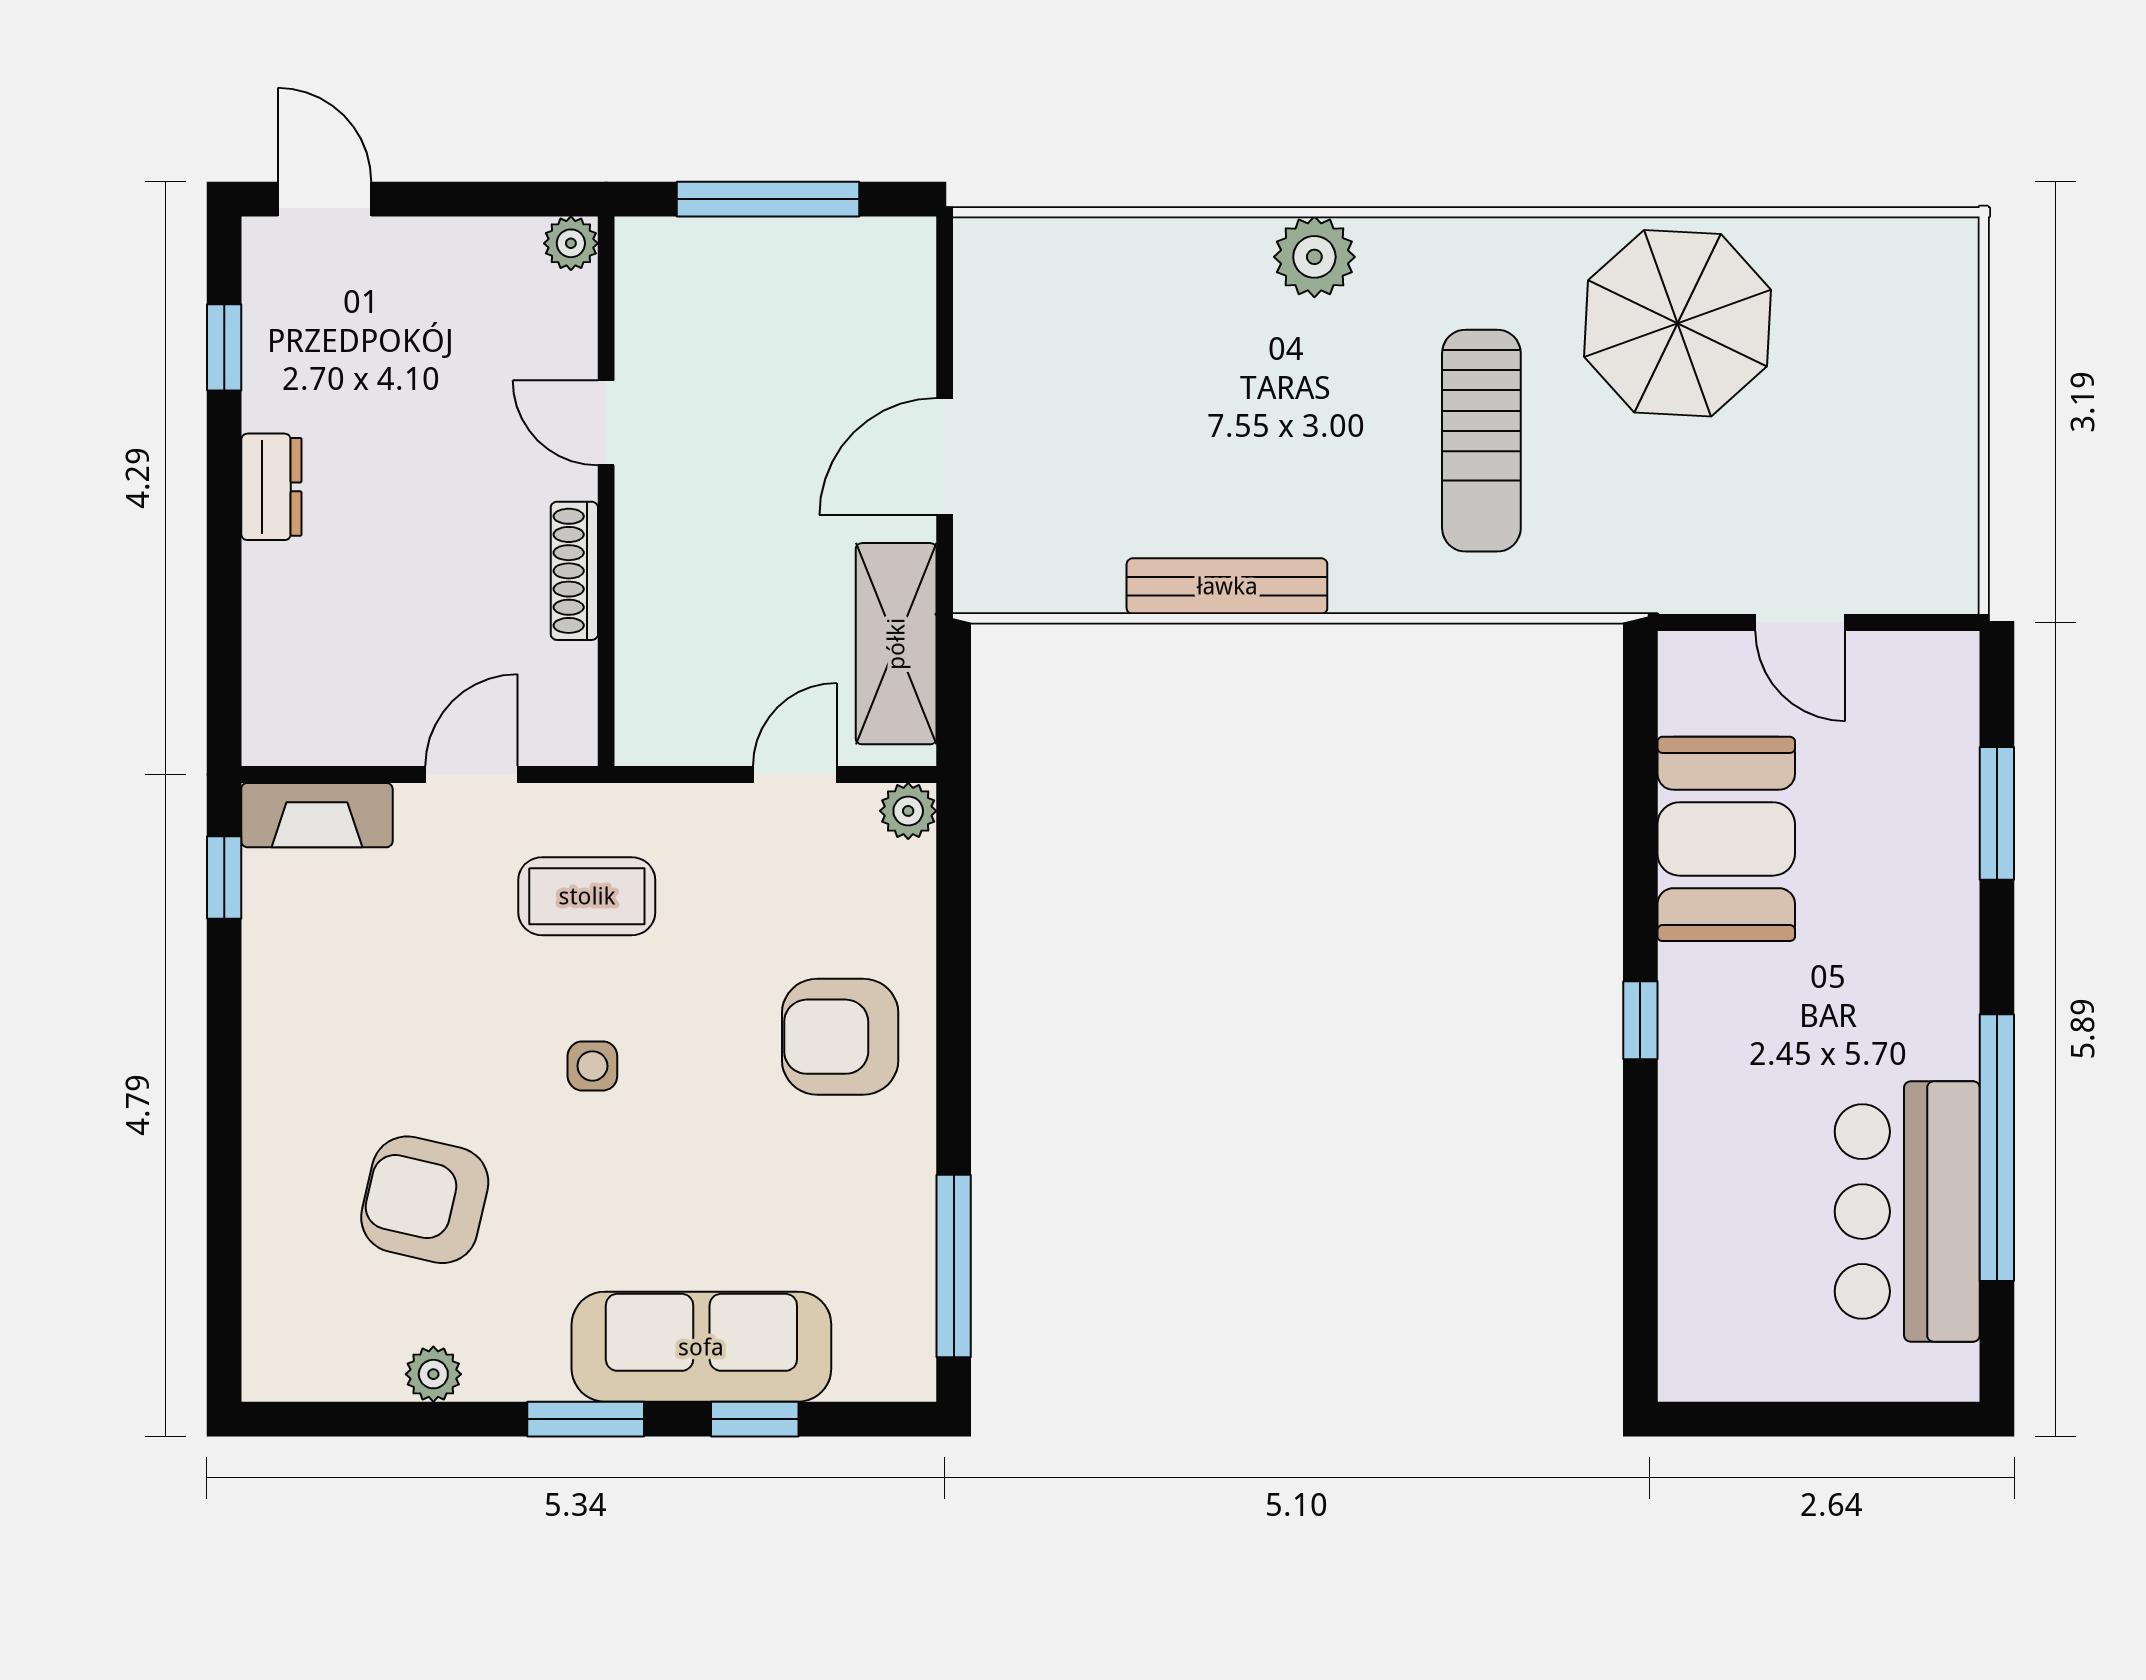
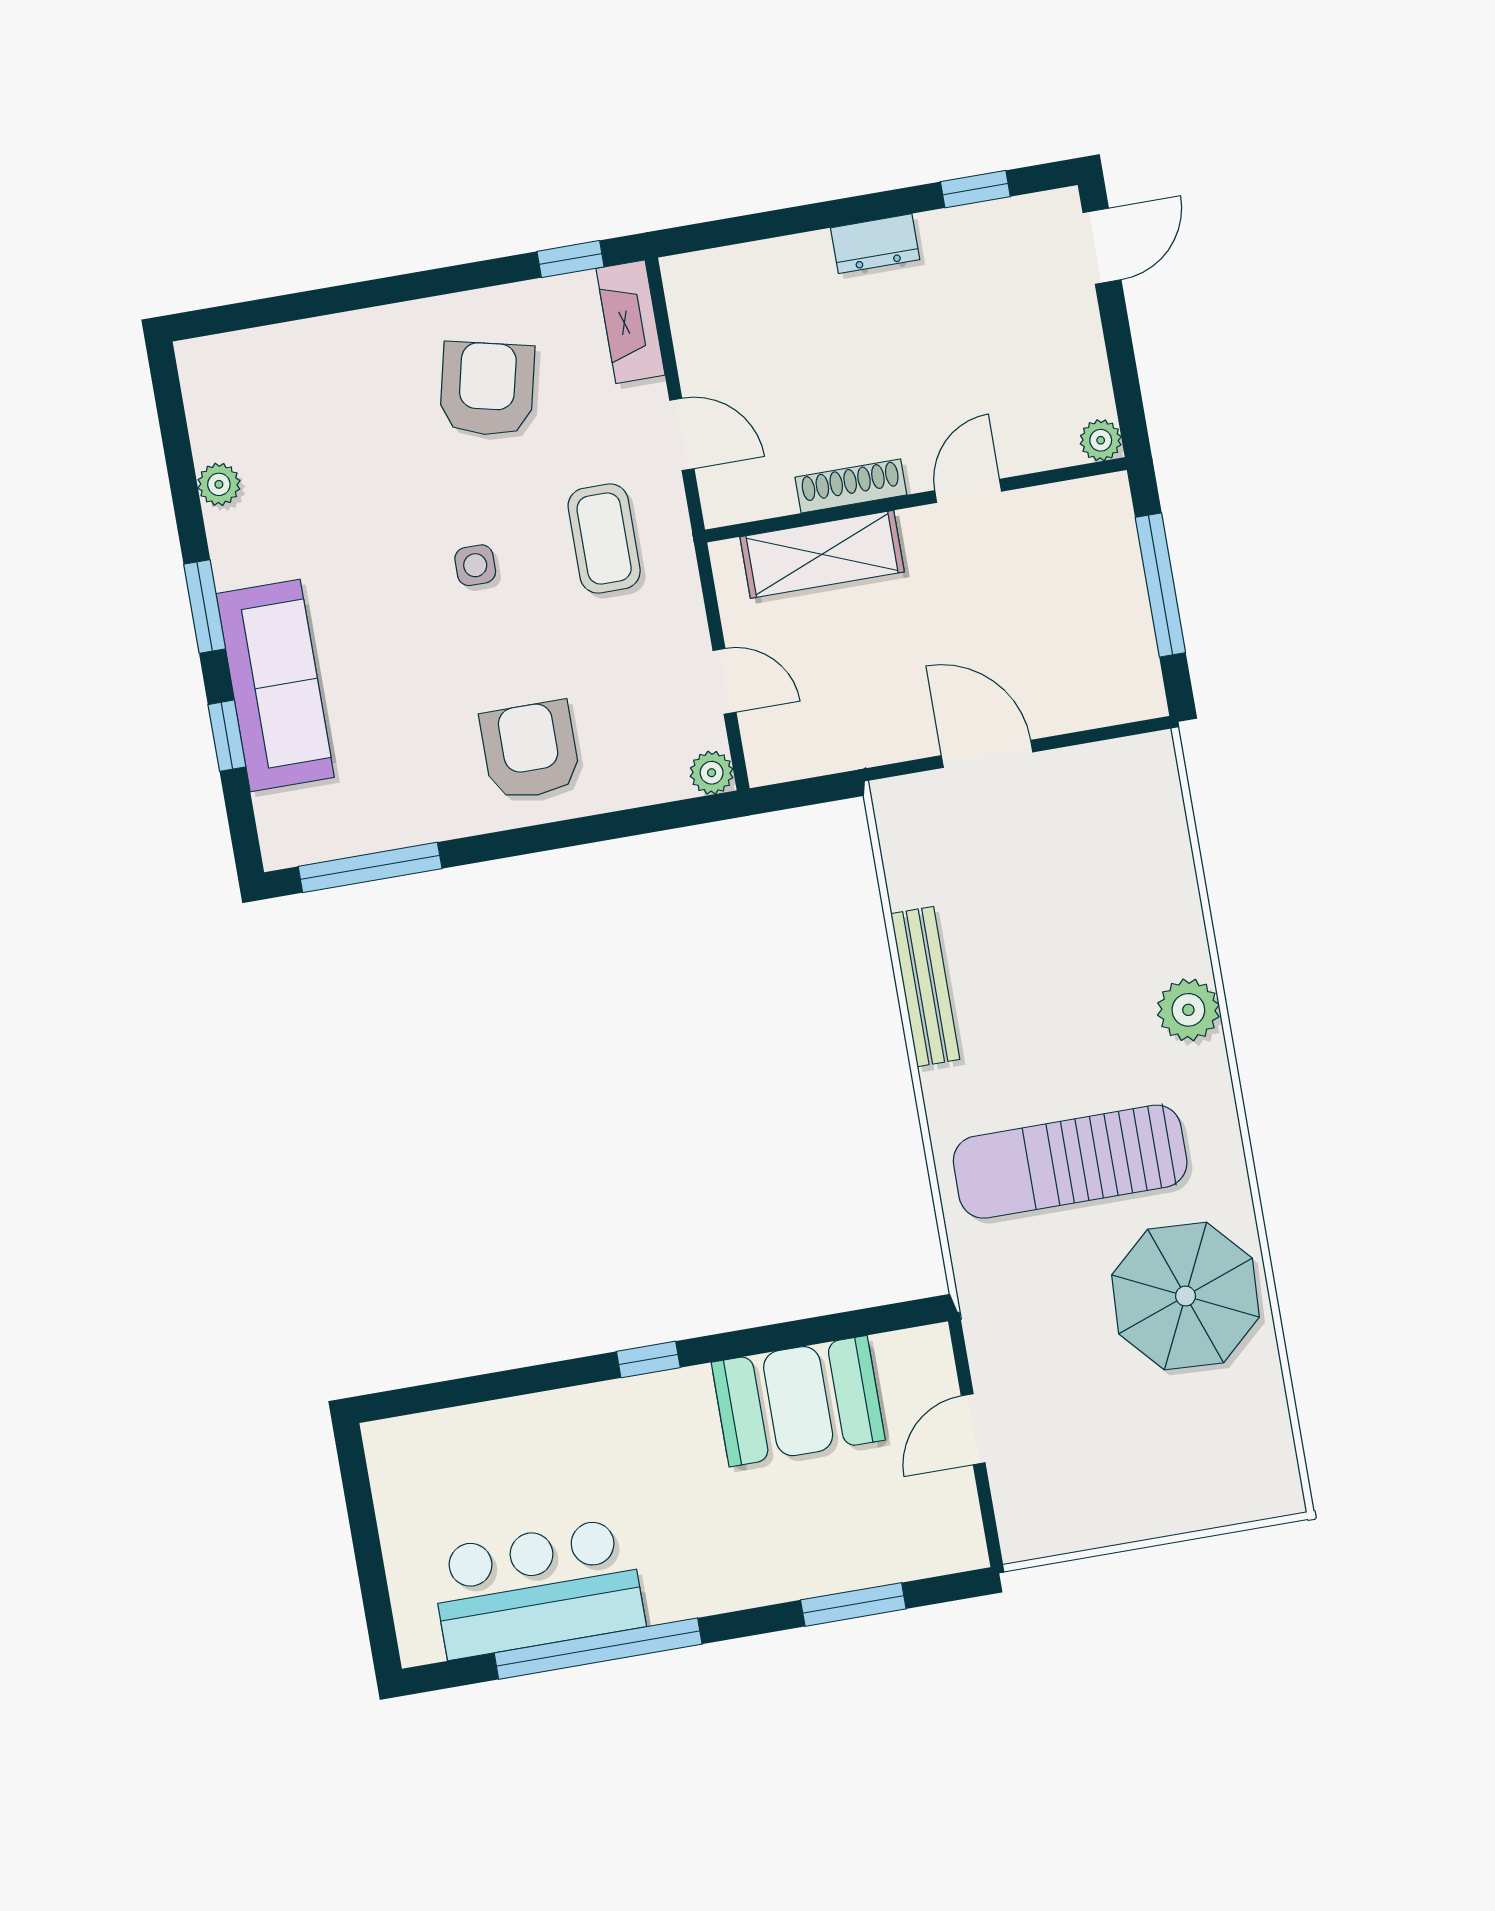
sun lounger: (1481, 441) -> (1070, 1162), width x1.36, depth x1.34
shelving: (896, 644) -> (822, 554), moved
armchair: (425, 1200) -> (487, 389), moved

